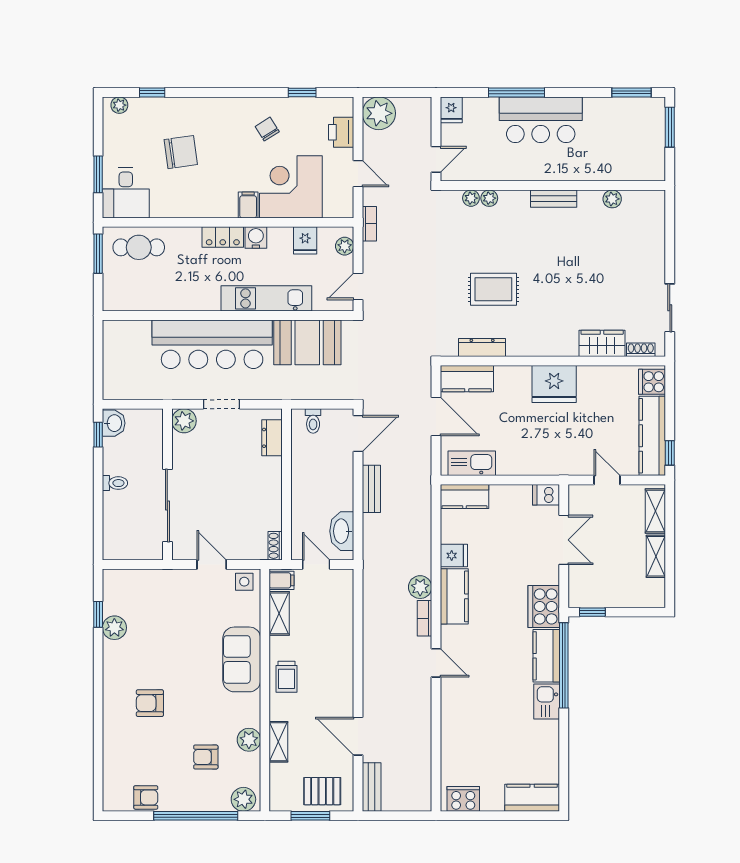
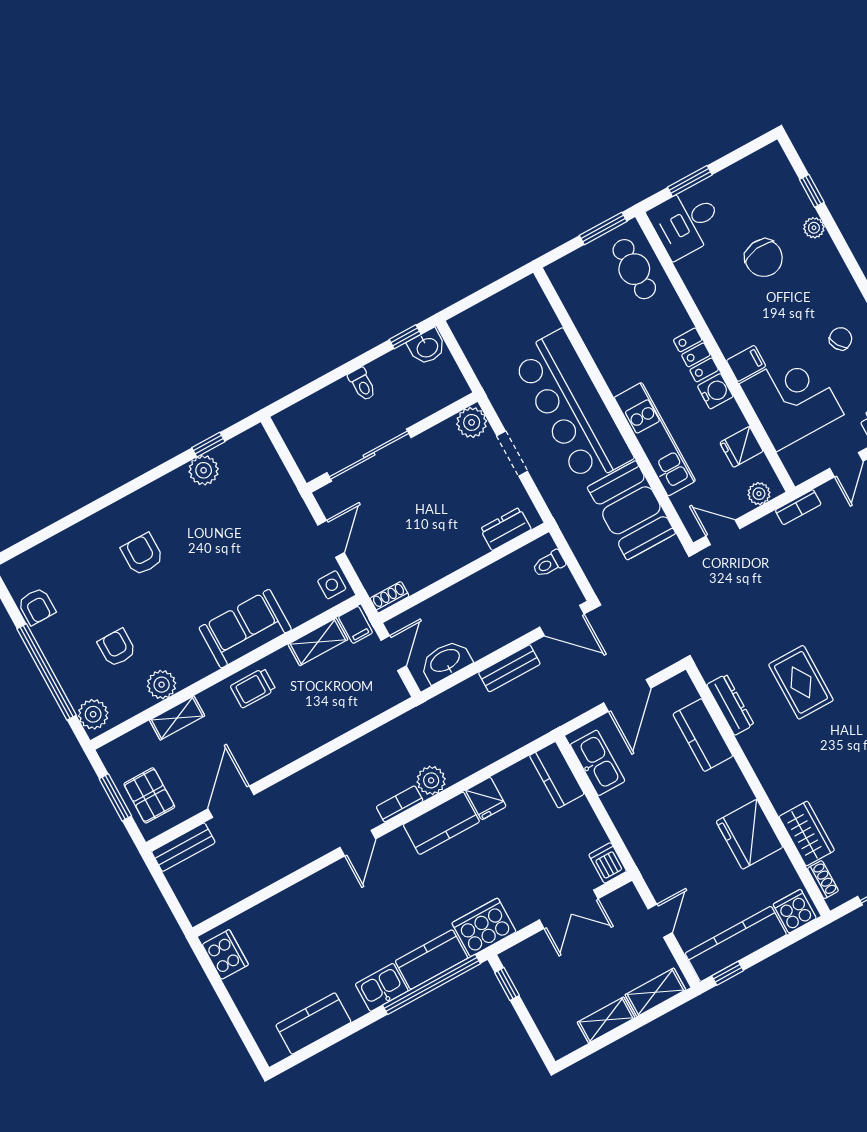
plant: (119, 105) -> (814, 228), moved
kitchen counter: (467, 379) -> (703, 735), moved
fridge: (554, 384) -> (749, 834), moved
kitchen counter: (532, 798) -> (313, 1023), moved, turned -90

